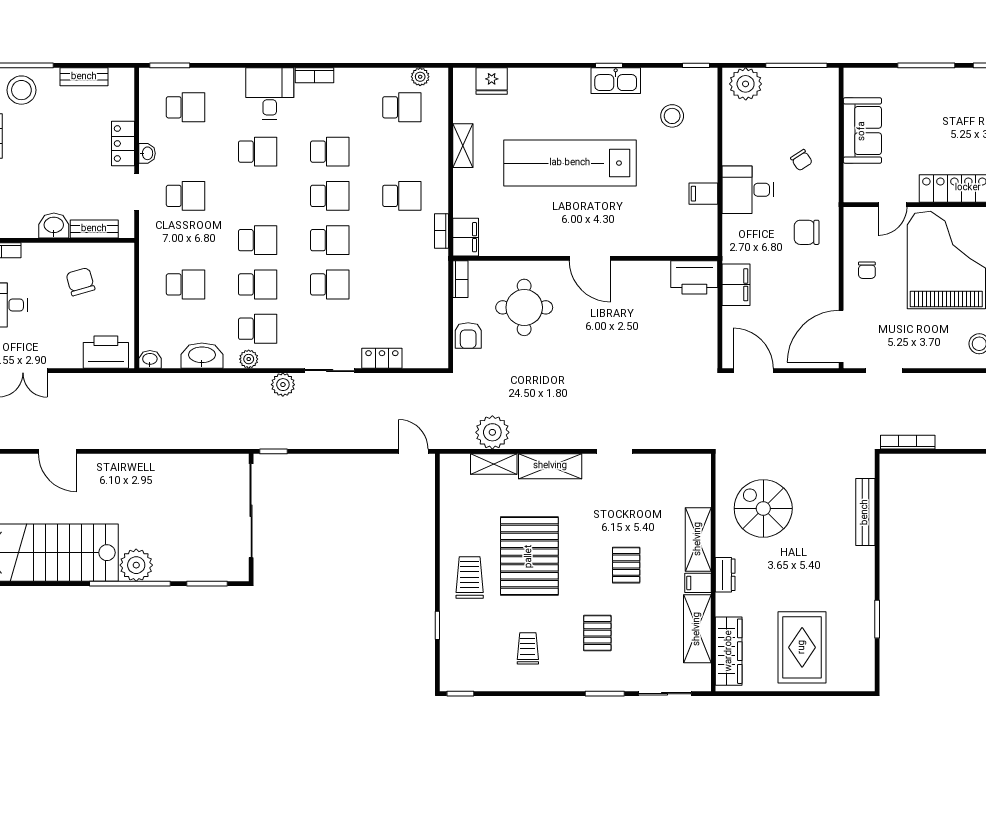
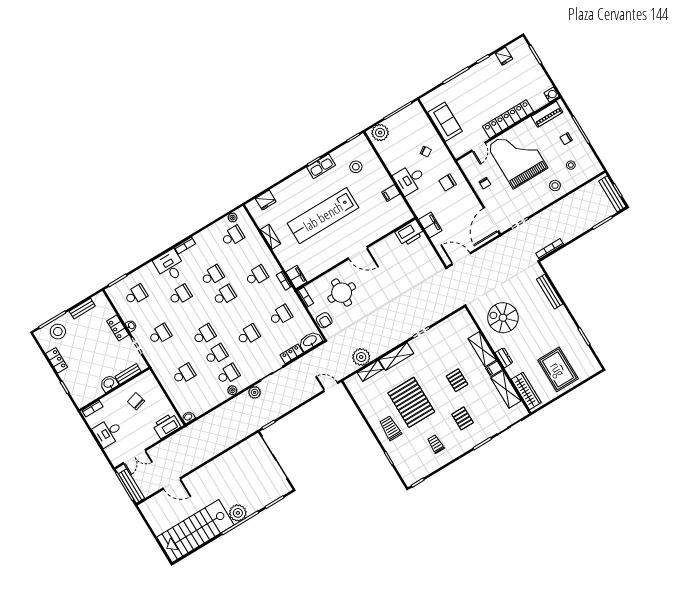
school desk: (330, 240) -> (281, 315), moved
washbasin: (202, 356) -> (310, 341), moved

